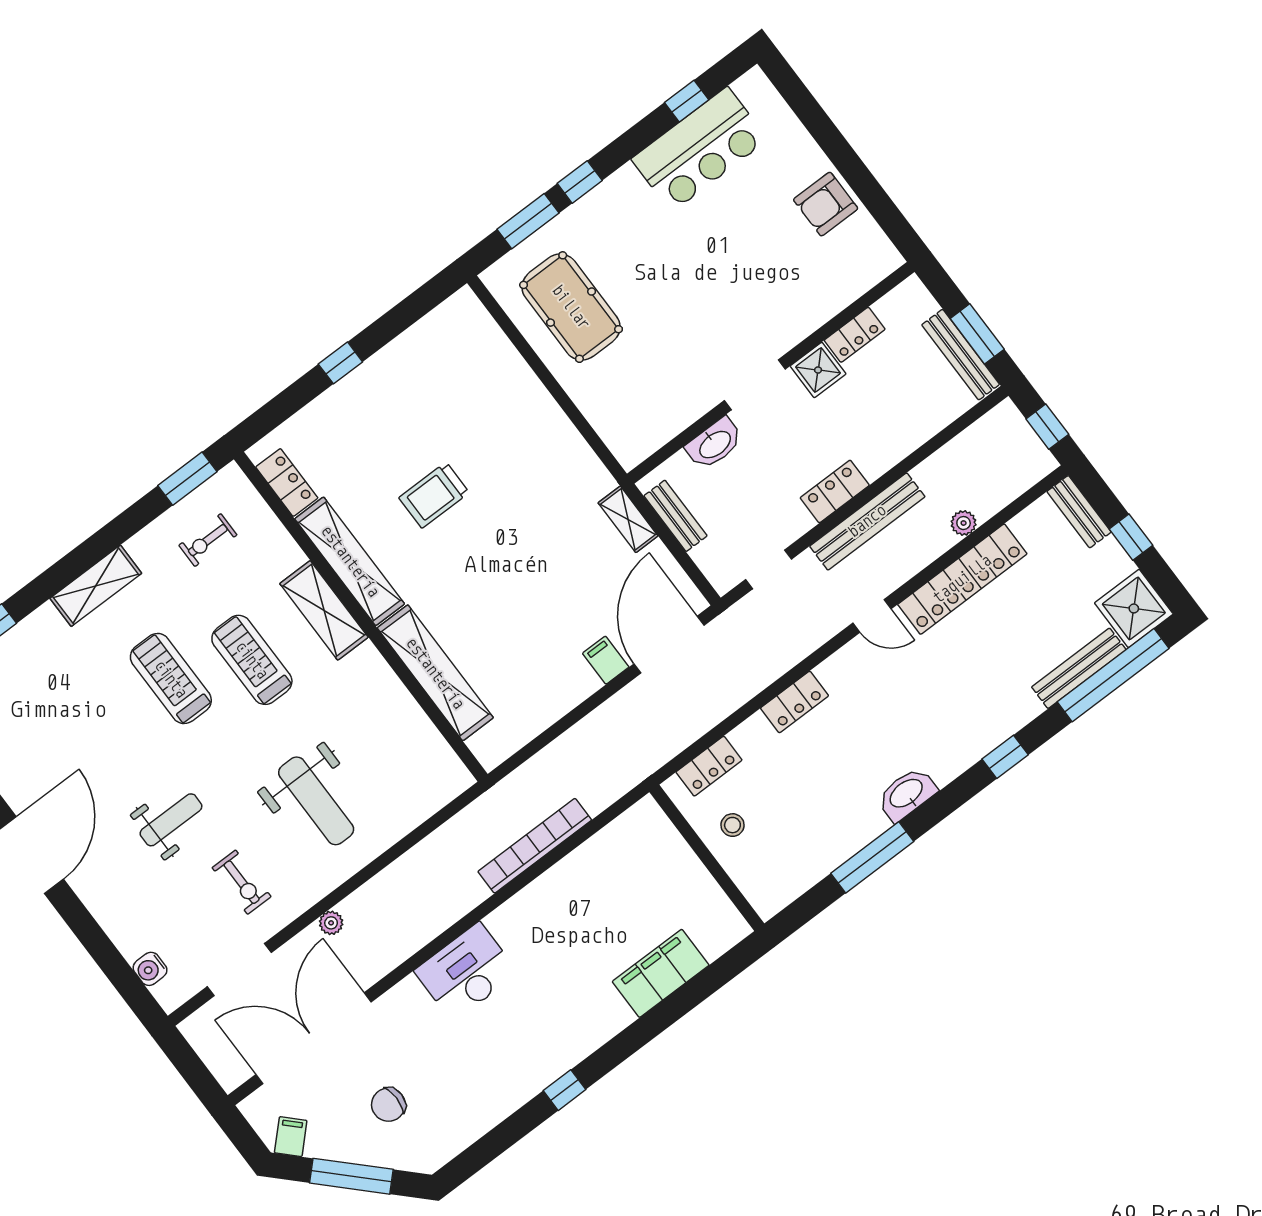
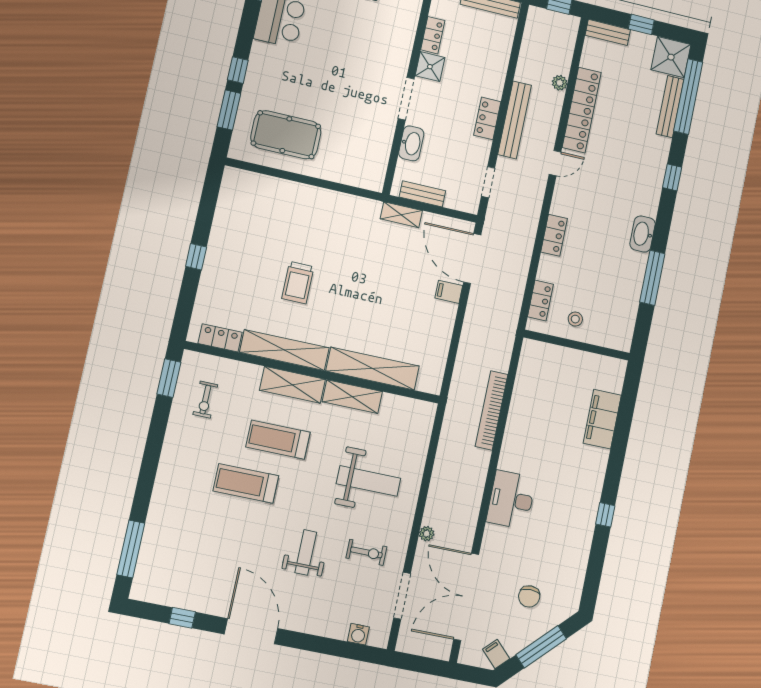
shelving: (96, 586) -> (352, 397), moved, turned 90

